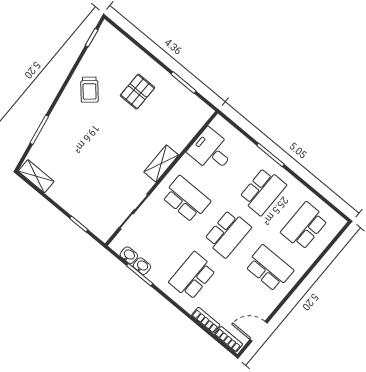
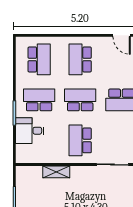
desk: (211, 151) -> (30, 131), moved, turned 90
shelving: (161, 164) -> (56, 172), moved
school desk: (304, 226) -> (39, 59), turned -90

